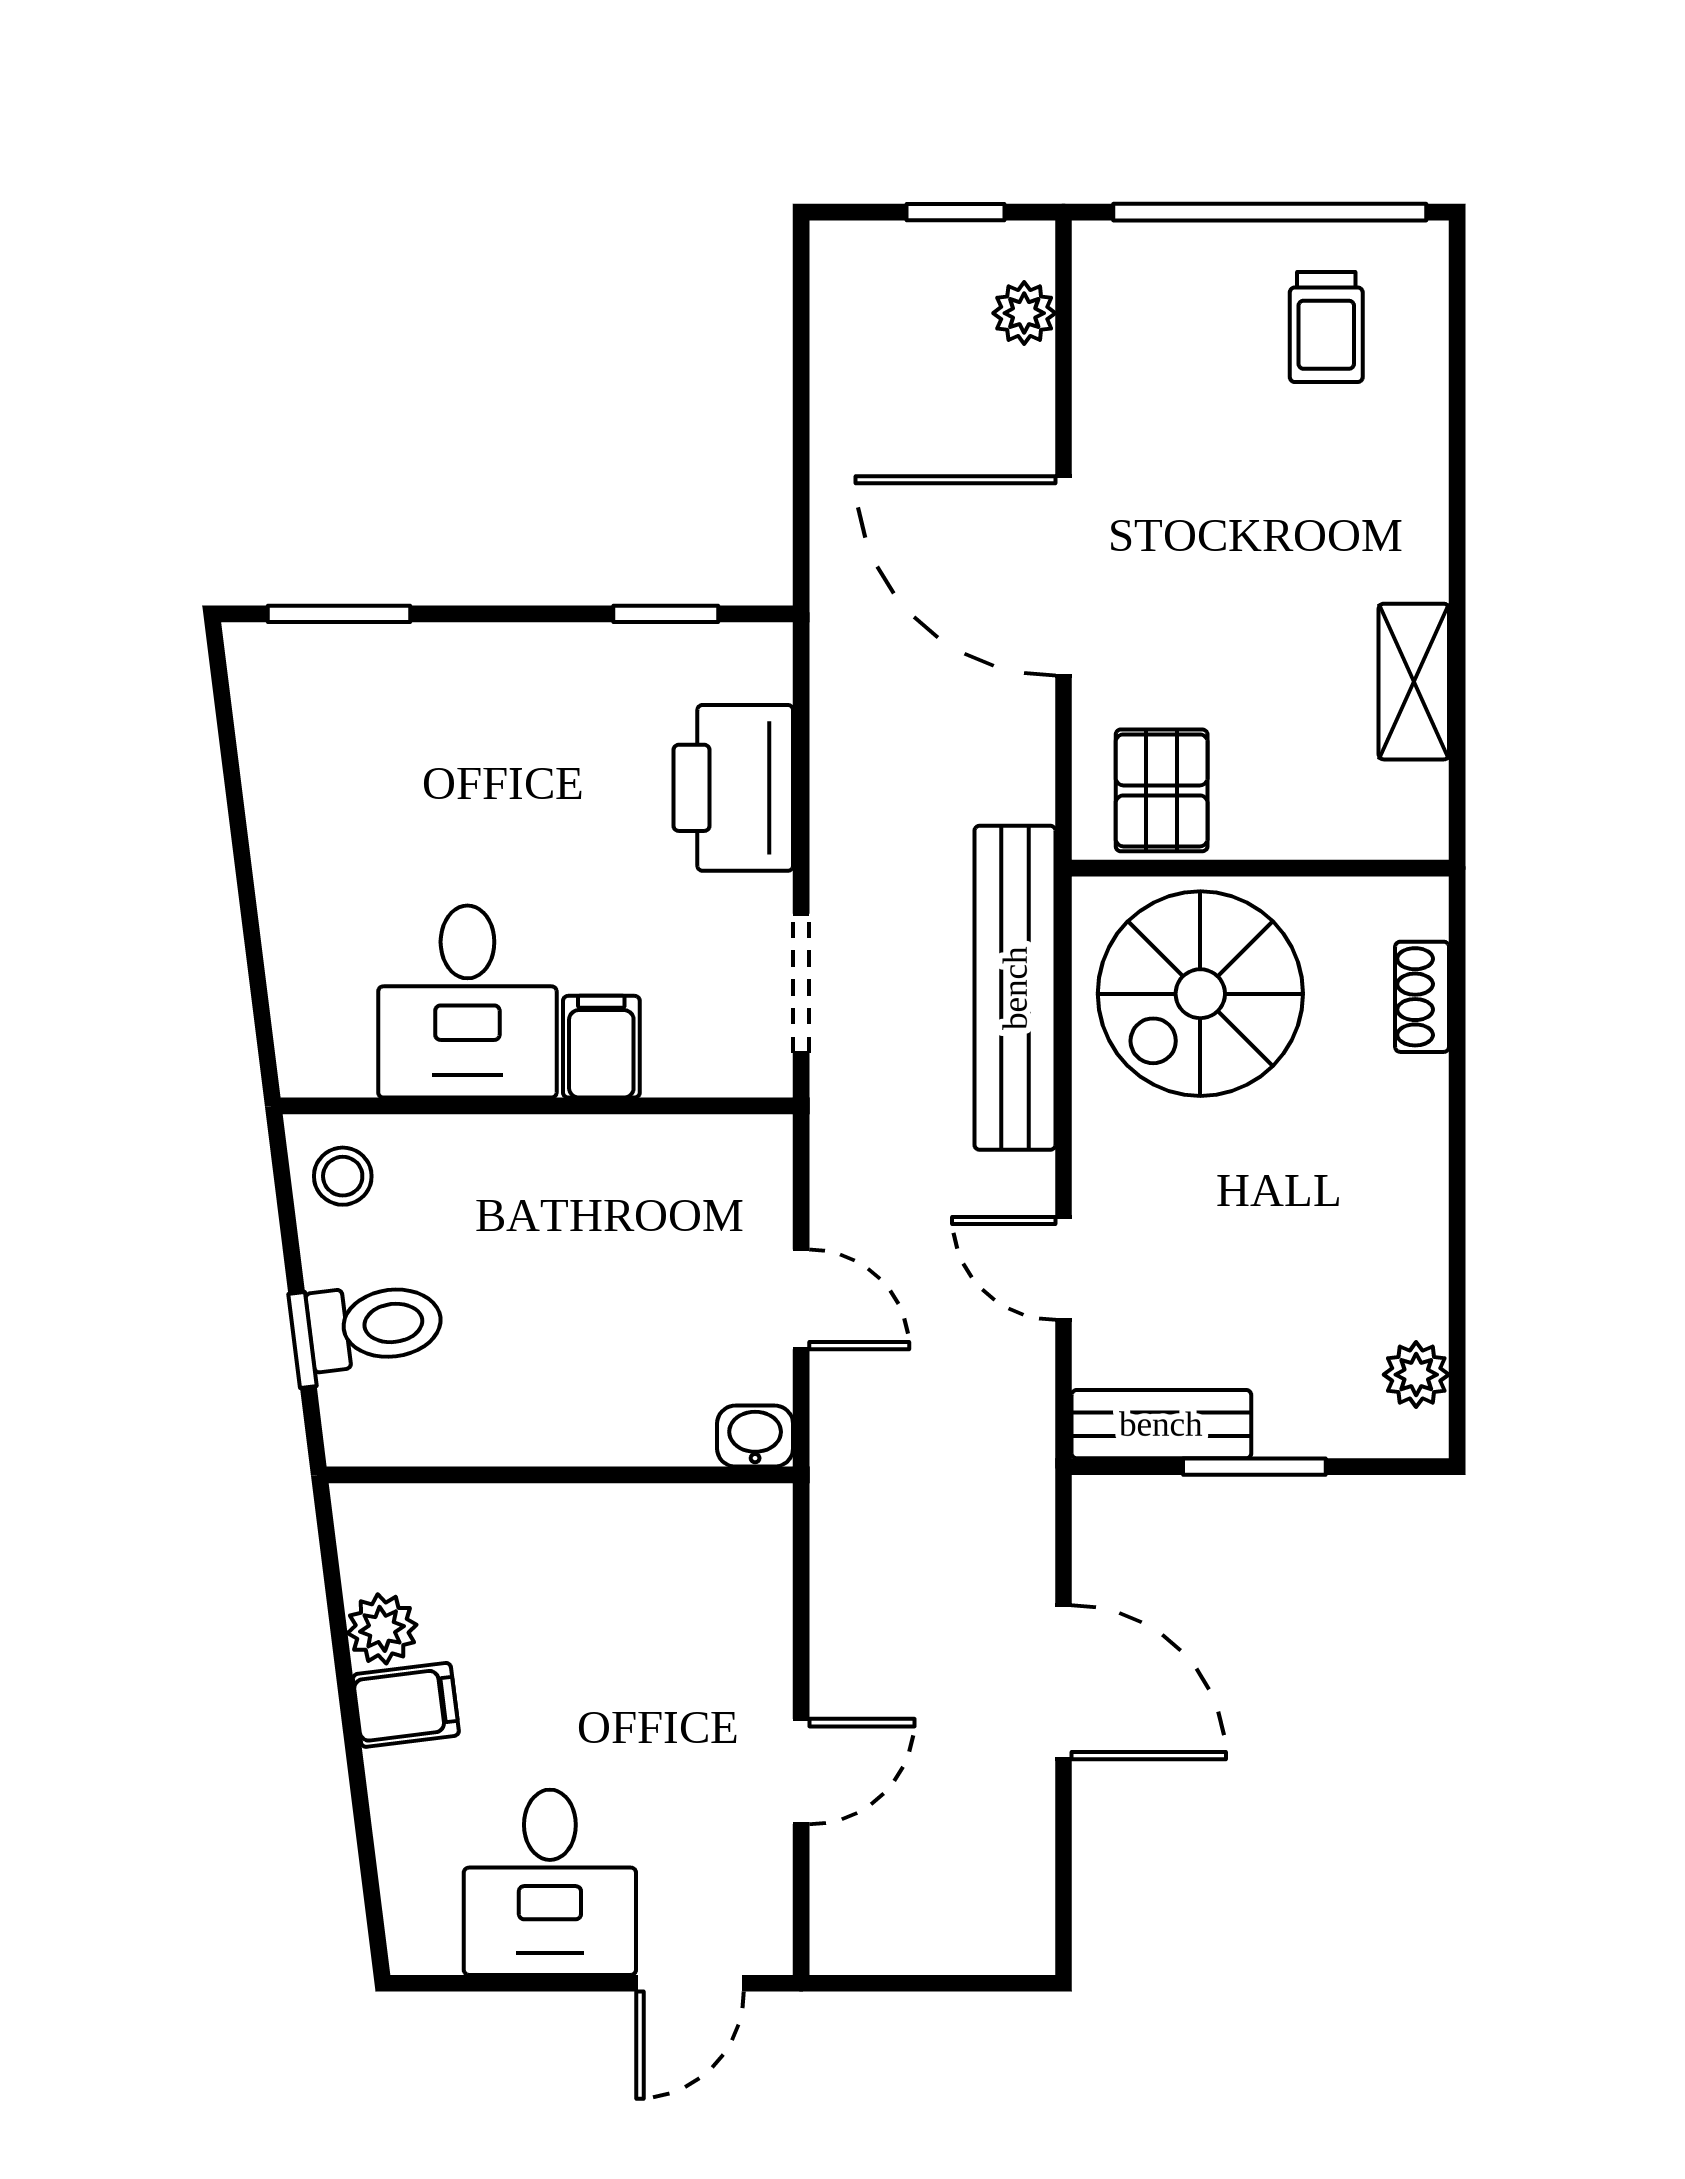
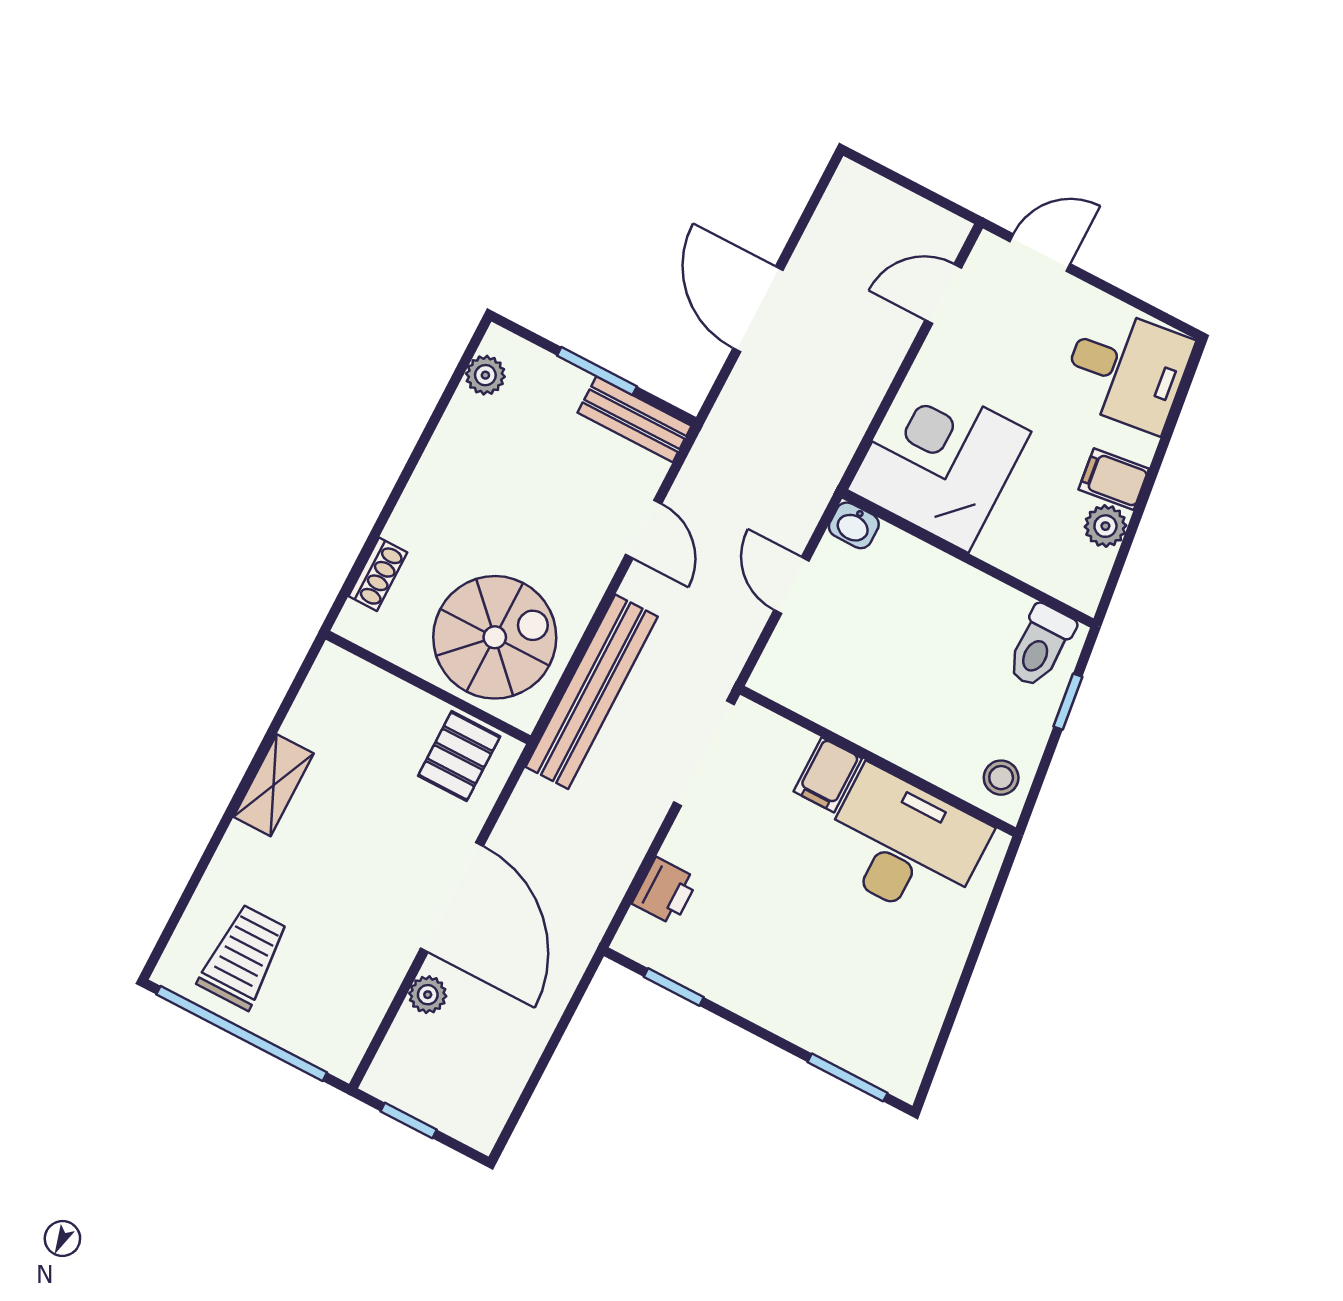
plant: (1024, 313) -> (428, 995), moved
trolley: (1326, 327) -> (243, 957), width x1.36, depth x1.39
shelving: (1414, 682) -> (274, 785), moved
printer: (733, 788) -> (665, 891), width x0.53, depth x0.68
doorway: (801, 983) -> (704, 753), width x1.38
desk: (467, 1002) -> (904, 845), width x1.37
toilet: (375, 1325) -> (1040, 646), moved, turned -83
corner desk: (679, 1597) -> (939, 461), added
door: (801, 1772) -> (943, 294), moved
desk: (550, 1882) -> (1127, 369), moved, turned 83

